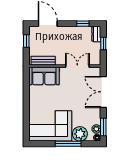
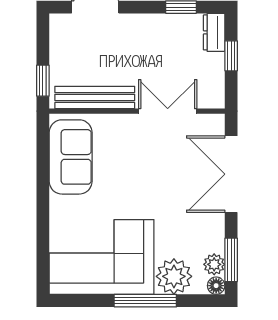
window: (26, 41) -> (43, 81), moved
bench: (43, 61) -> (95, 97), width x1.36
sofa: (44, 76) -> (71, 157), moved, turned -90

